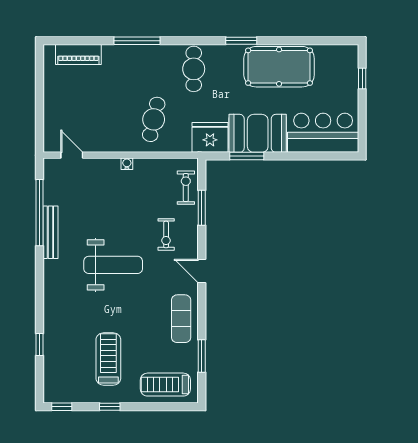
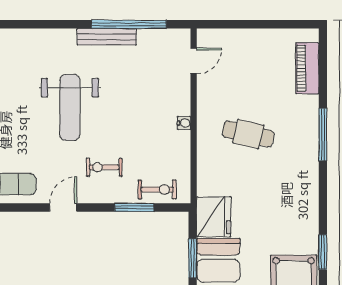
cafe table: (194, 69) -> (291, 198), removed
cafe table: (154, 119) -> (248, 134), moved

